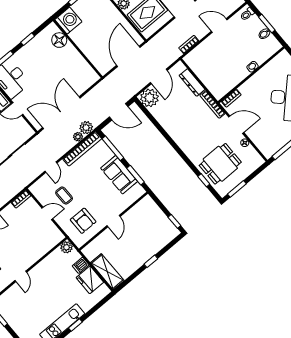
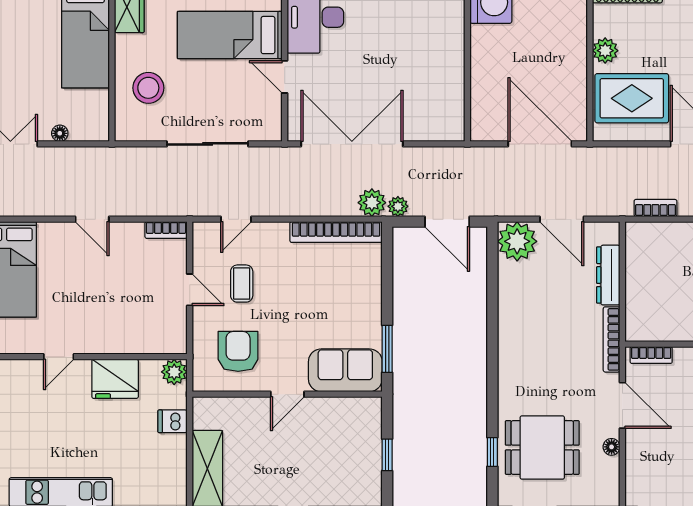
floor lamp: (59, 40) -> (449, 22), removed
door: (128, 56) -> (540, 144), hinge flipped
door: (159, 76) -> (562, 219), hinge flipped
plant: (78, 137) -> (398, 206), moved
window: (113, 148) -> (387, 274), removed
door: (51, 167) -> (236, 219), moved
sofa: (119, 175) -> (345, 370), moved, turned 90
armchair: (83, 221) -> (238, 351), turned 180
window: (174, 221) -> (387, 455), moved
fridge: (90, 280) -> (115, 379), moved, turned -90

